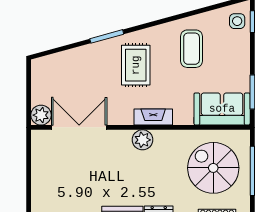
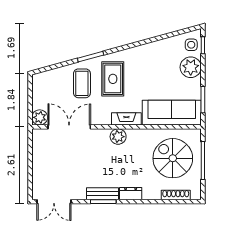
coffee table: (192, 49) -> (82, 83), moved
plant: (236, 50) -> (191, 67), added
sofa: (222, 109) -> (172, 113), width x1.36

